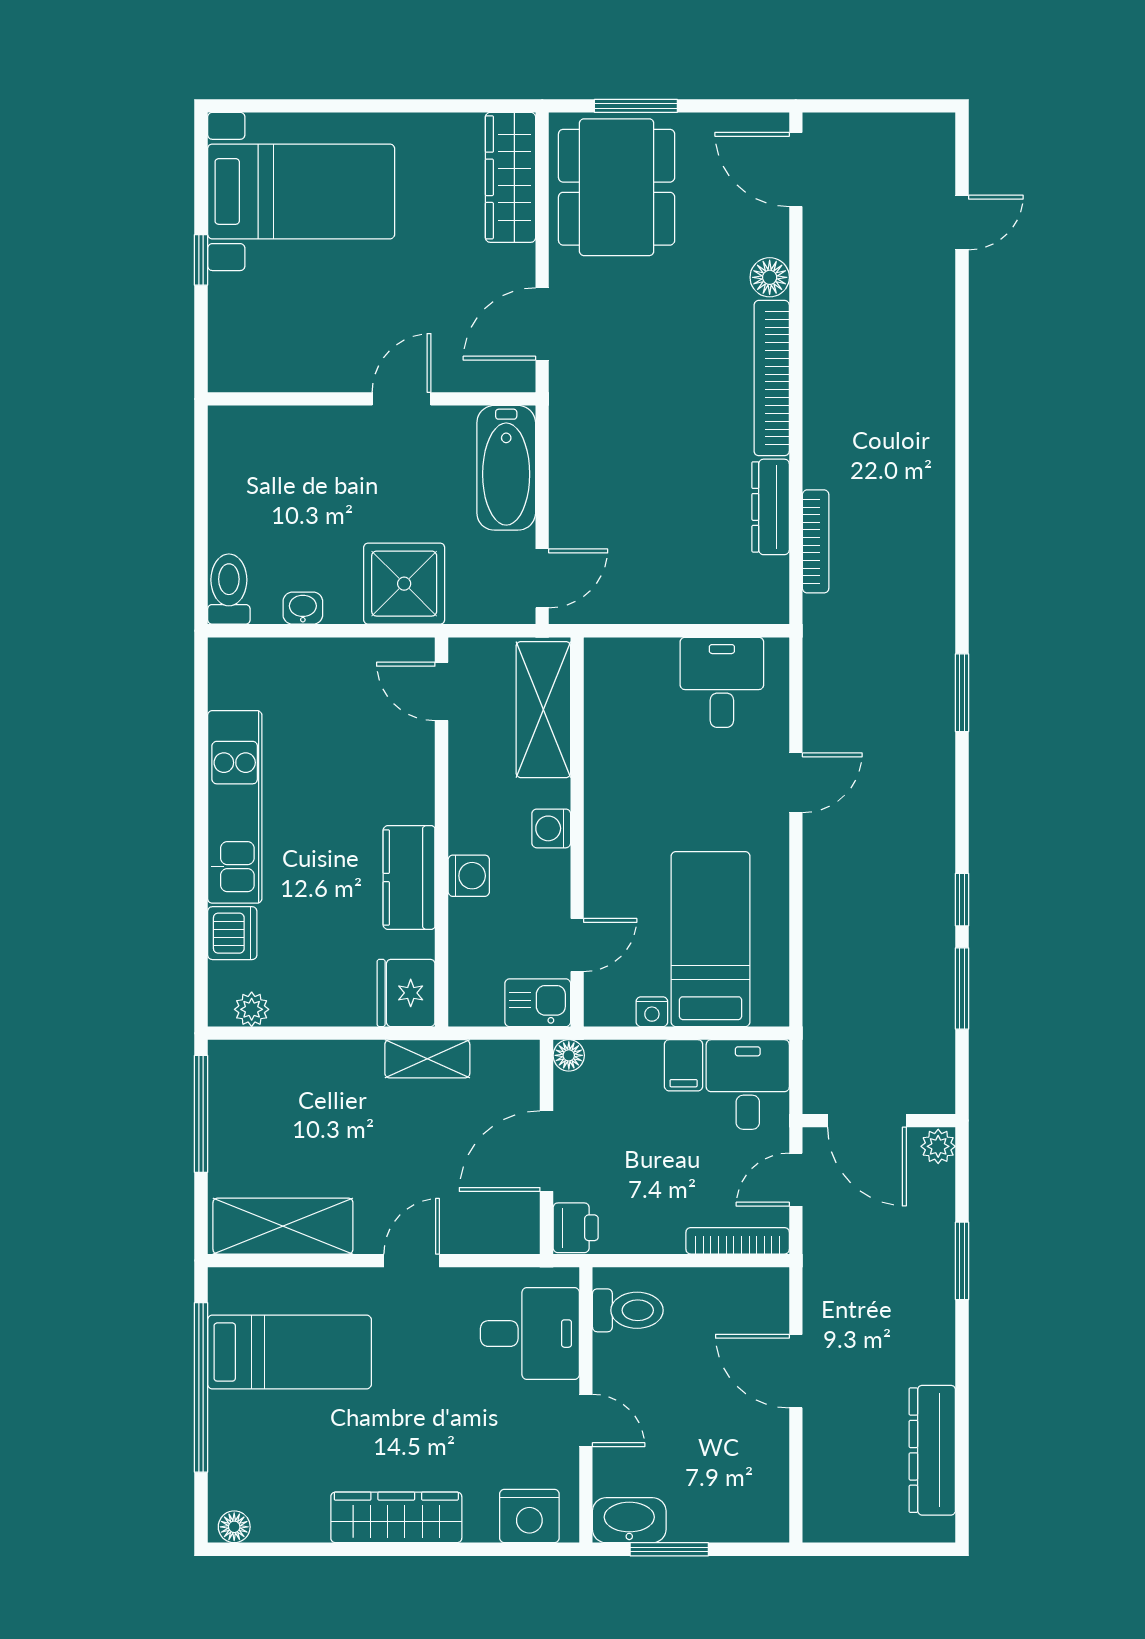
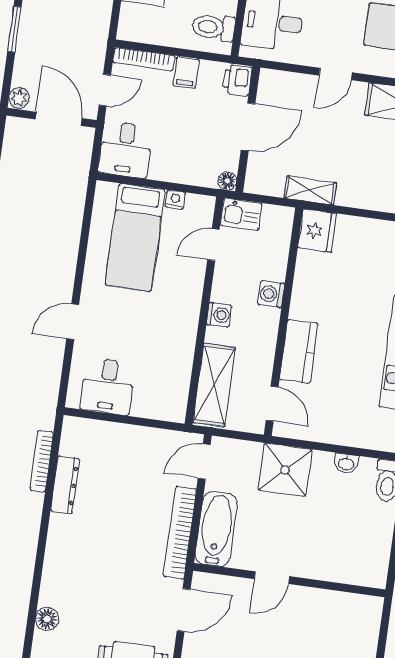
bookcase: (772, 378) -> (180, 533), moved, turned 180
kitchen counter: (409, 878) -> (299, 351), moved
filing cabinet: (684, 1065) -> (186, 72), moved, turned 180

